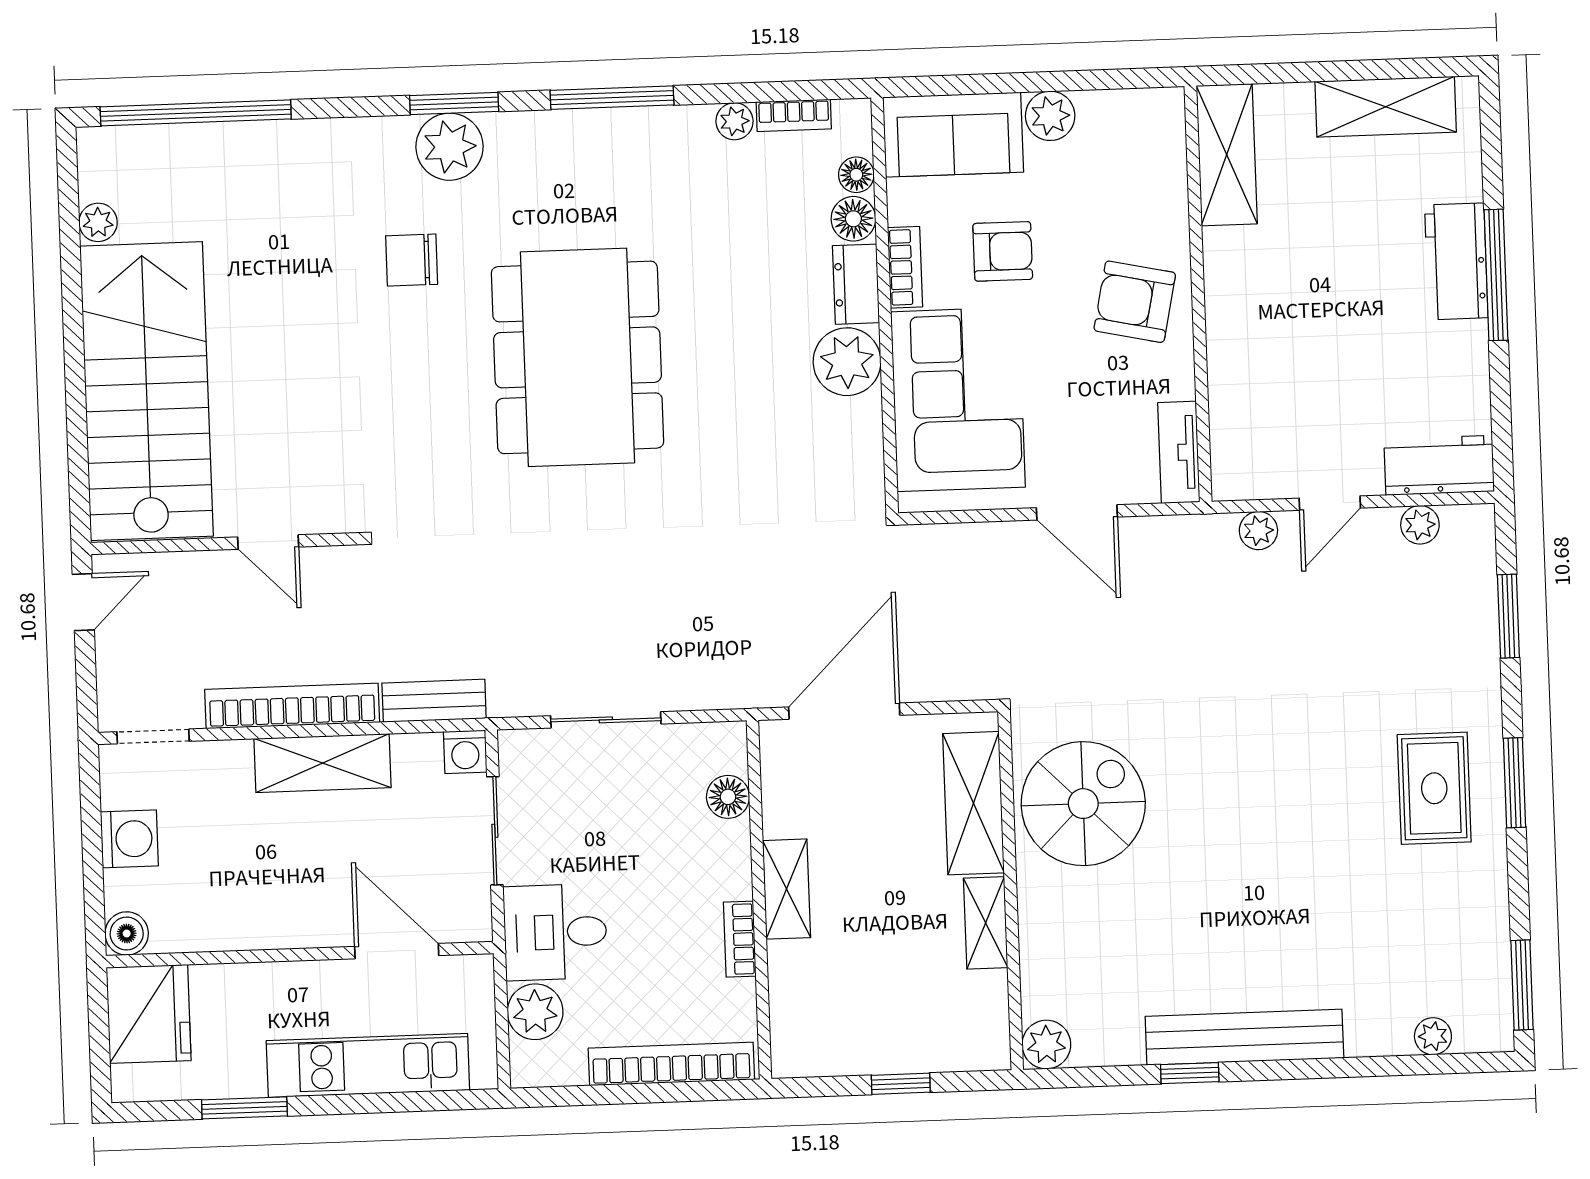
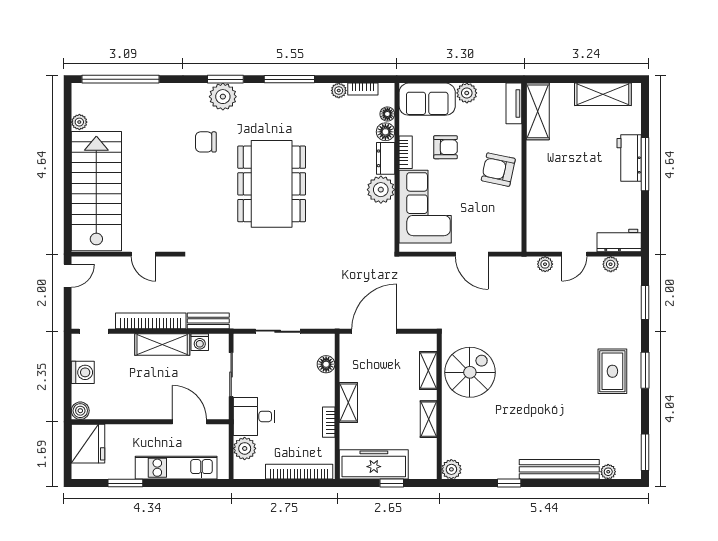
tv unit: (1179, 452) -> (514, 103), moved
washing machine: (465, 752) -> (200, 342), moved
shelving: (973, 803) -> (428, 370), width x0.67, depth x0.75
bench: (1244, 1037) -> (559, 469), moved
freezer: (855, 1040) -> (374, 464), added

